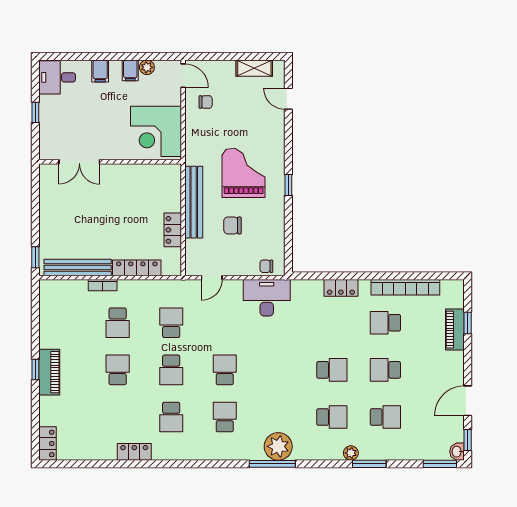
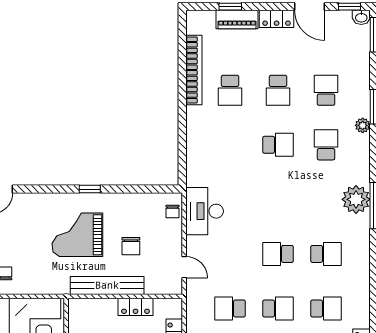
locker: (341, 288) -> (277, 19), moved, turned 90
school desk: (332, 370) -> (278, 145), turned 90
school desk: (225, 417) -> (326, 254), turned 180

